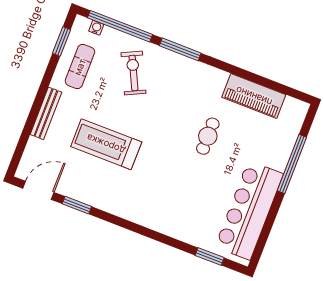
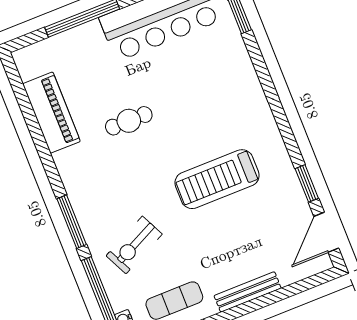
treadmill: (106, 144) -> (217, 179), moved, turned 90
door: (38, 190) -> (326, 232), hinge flipped

